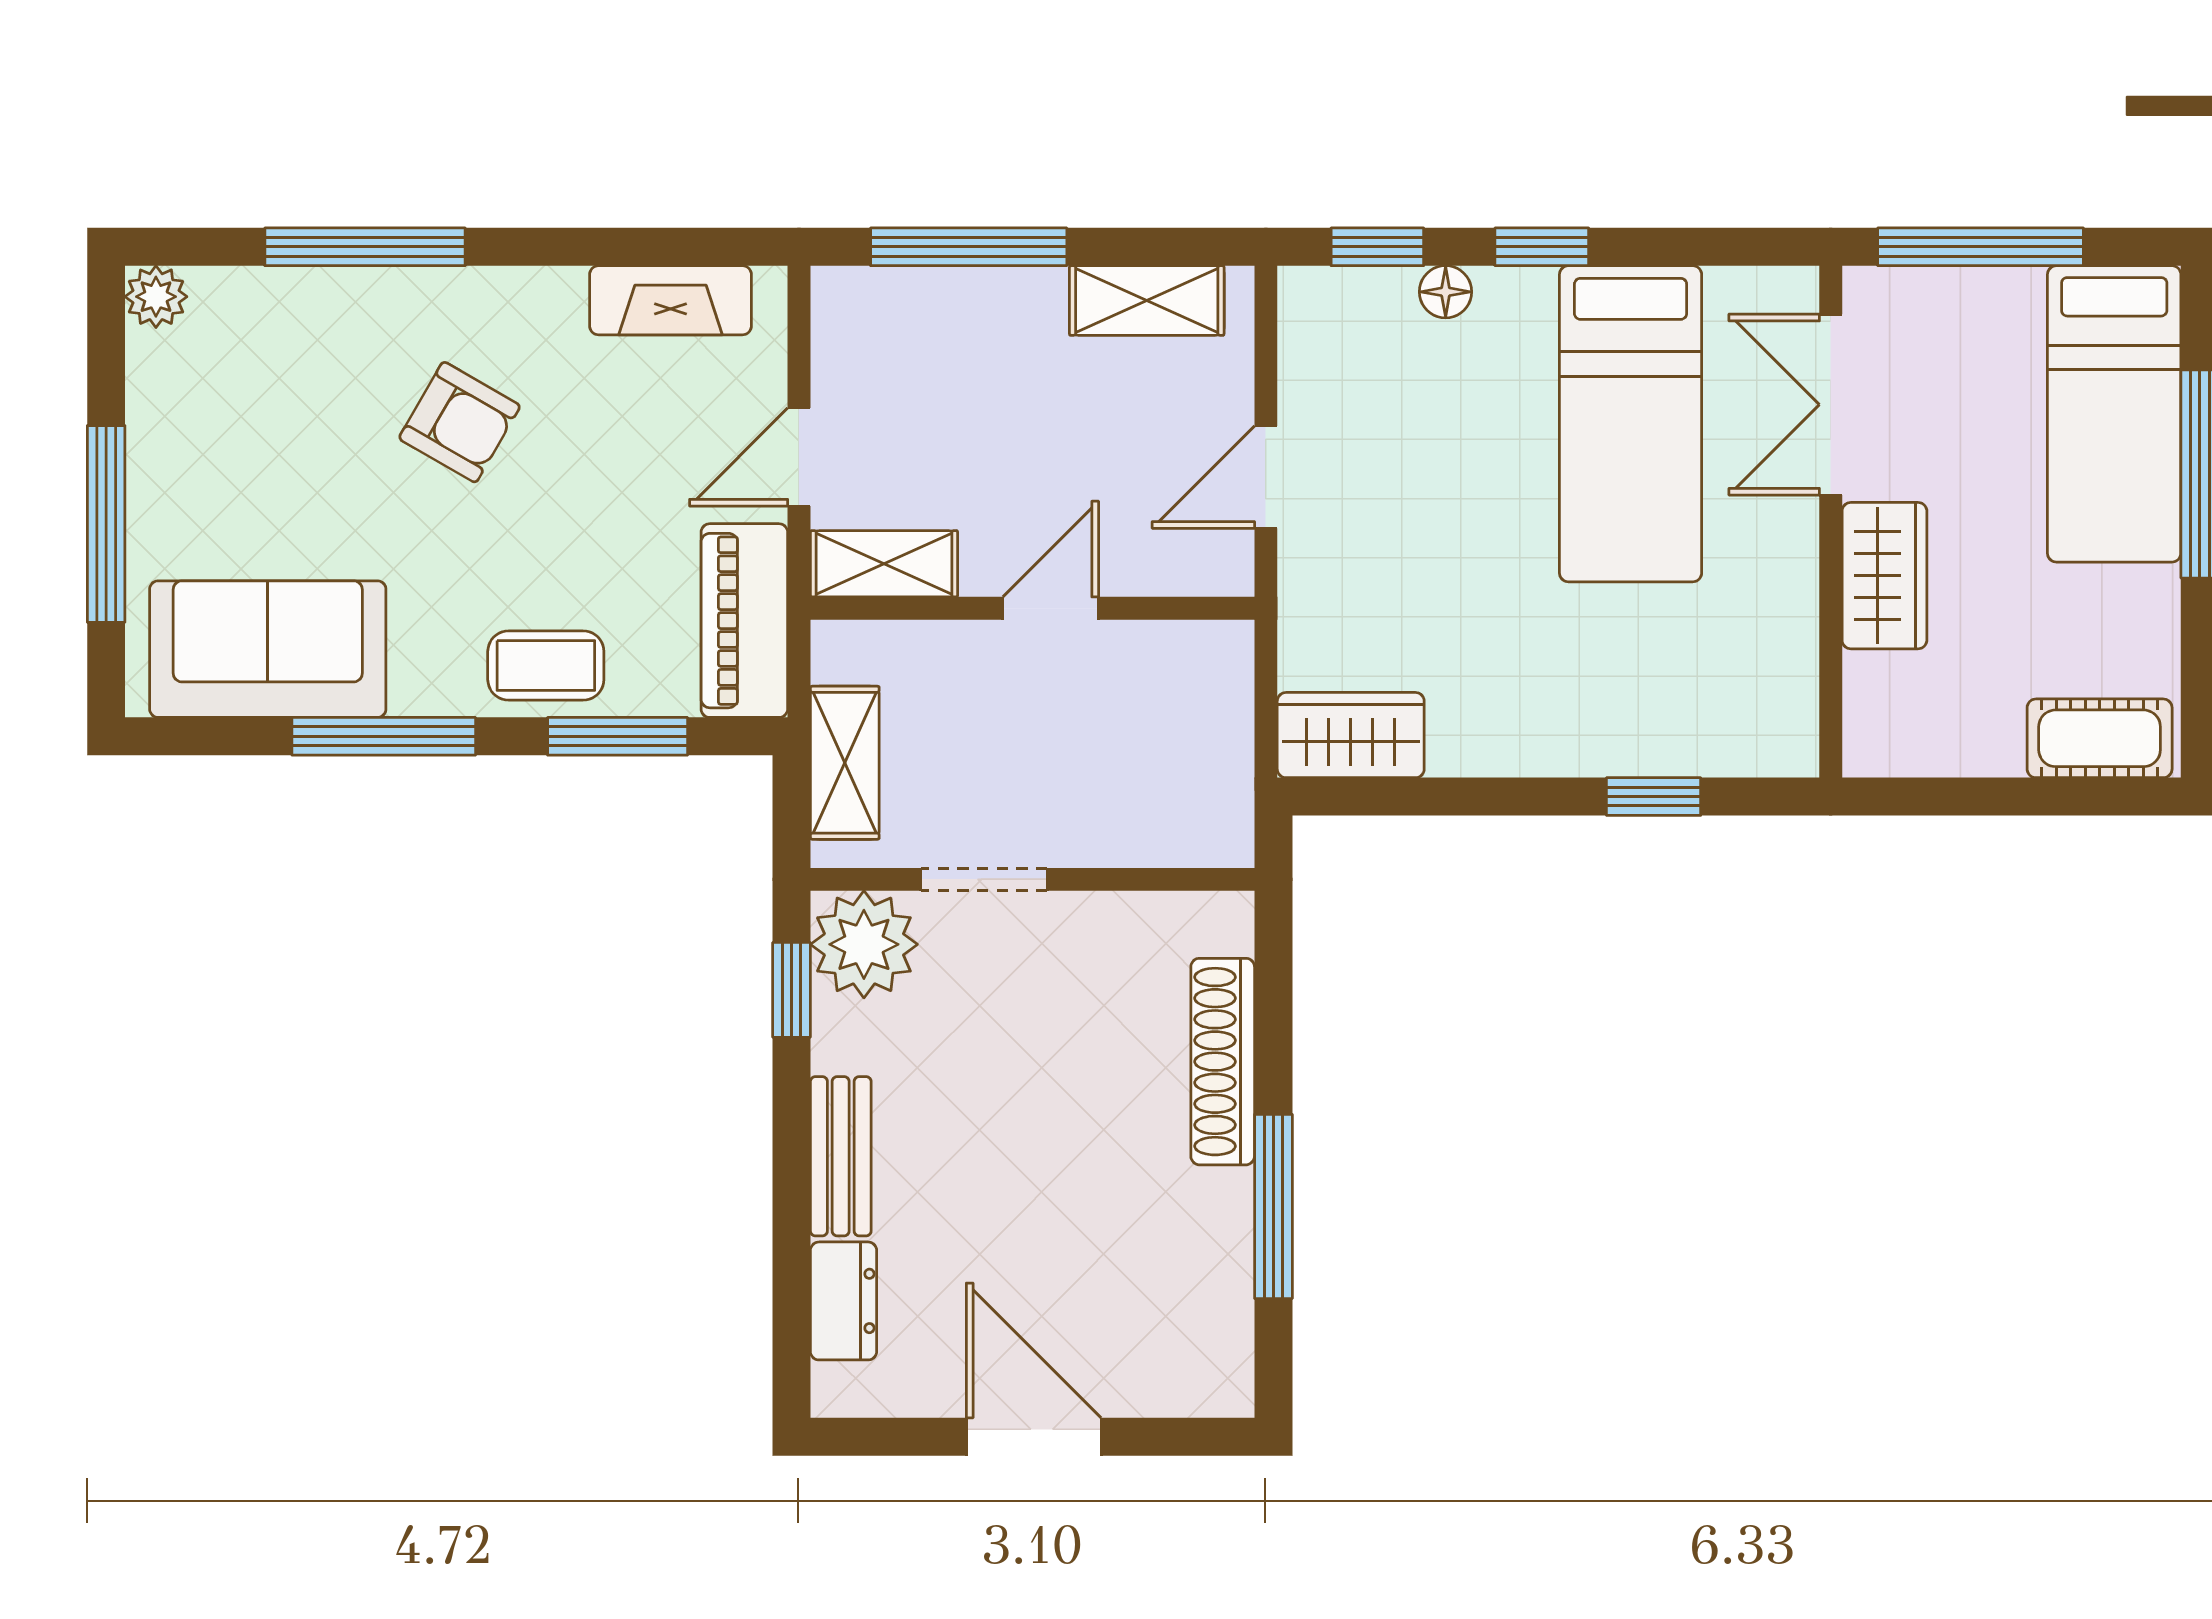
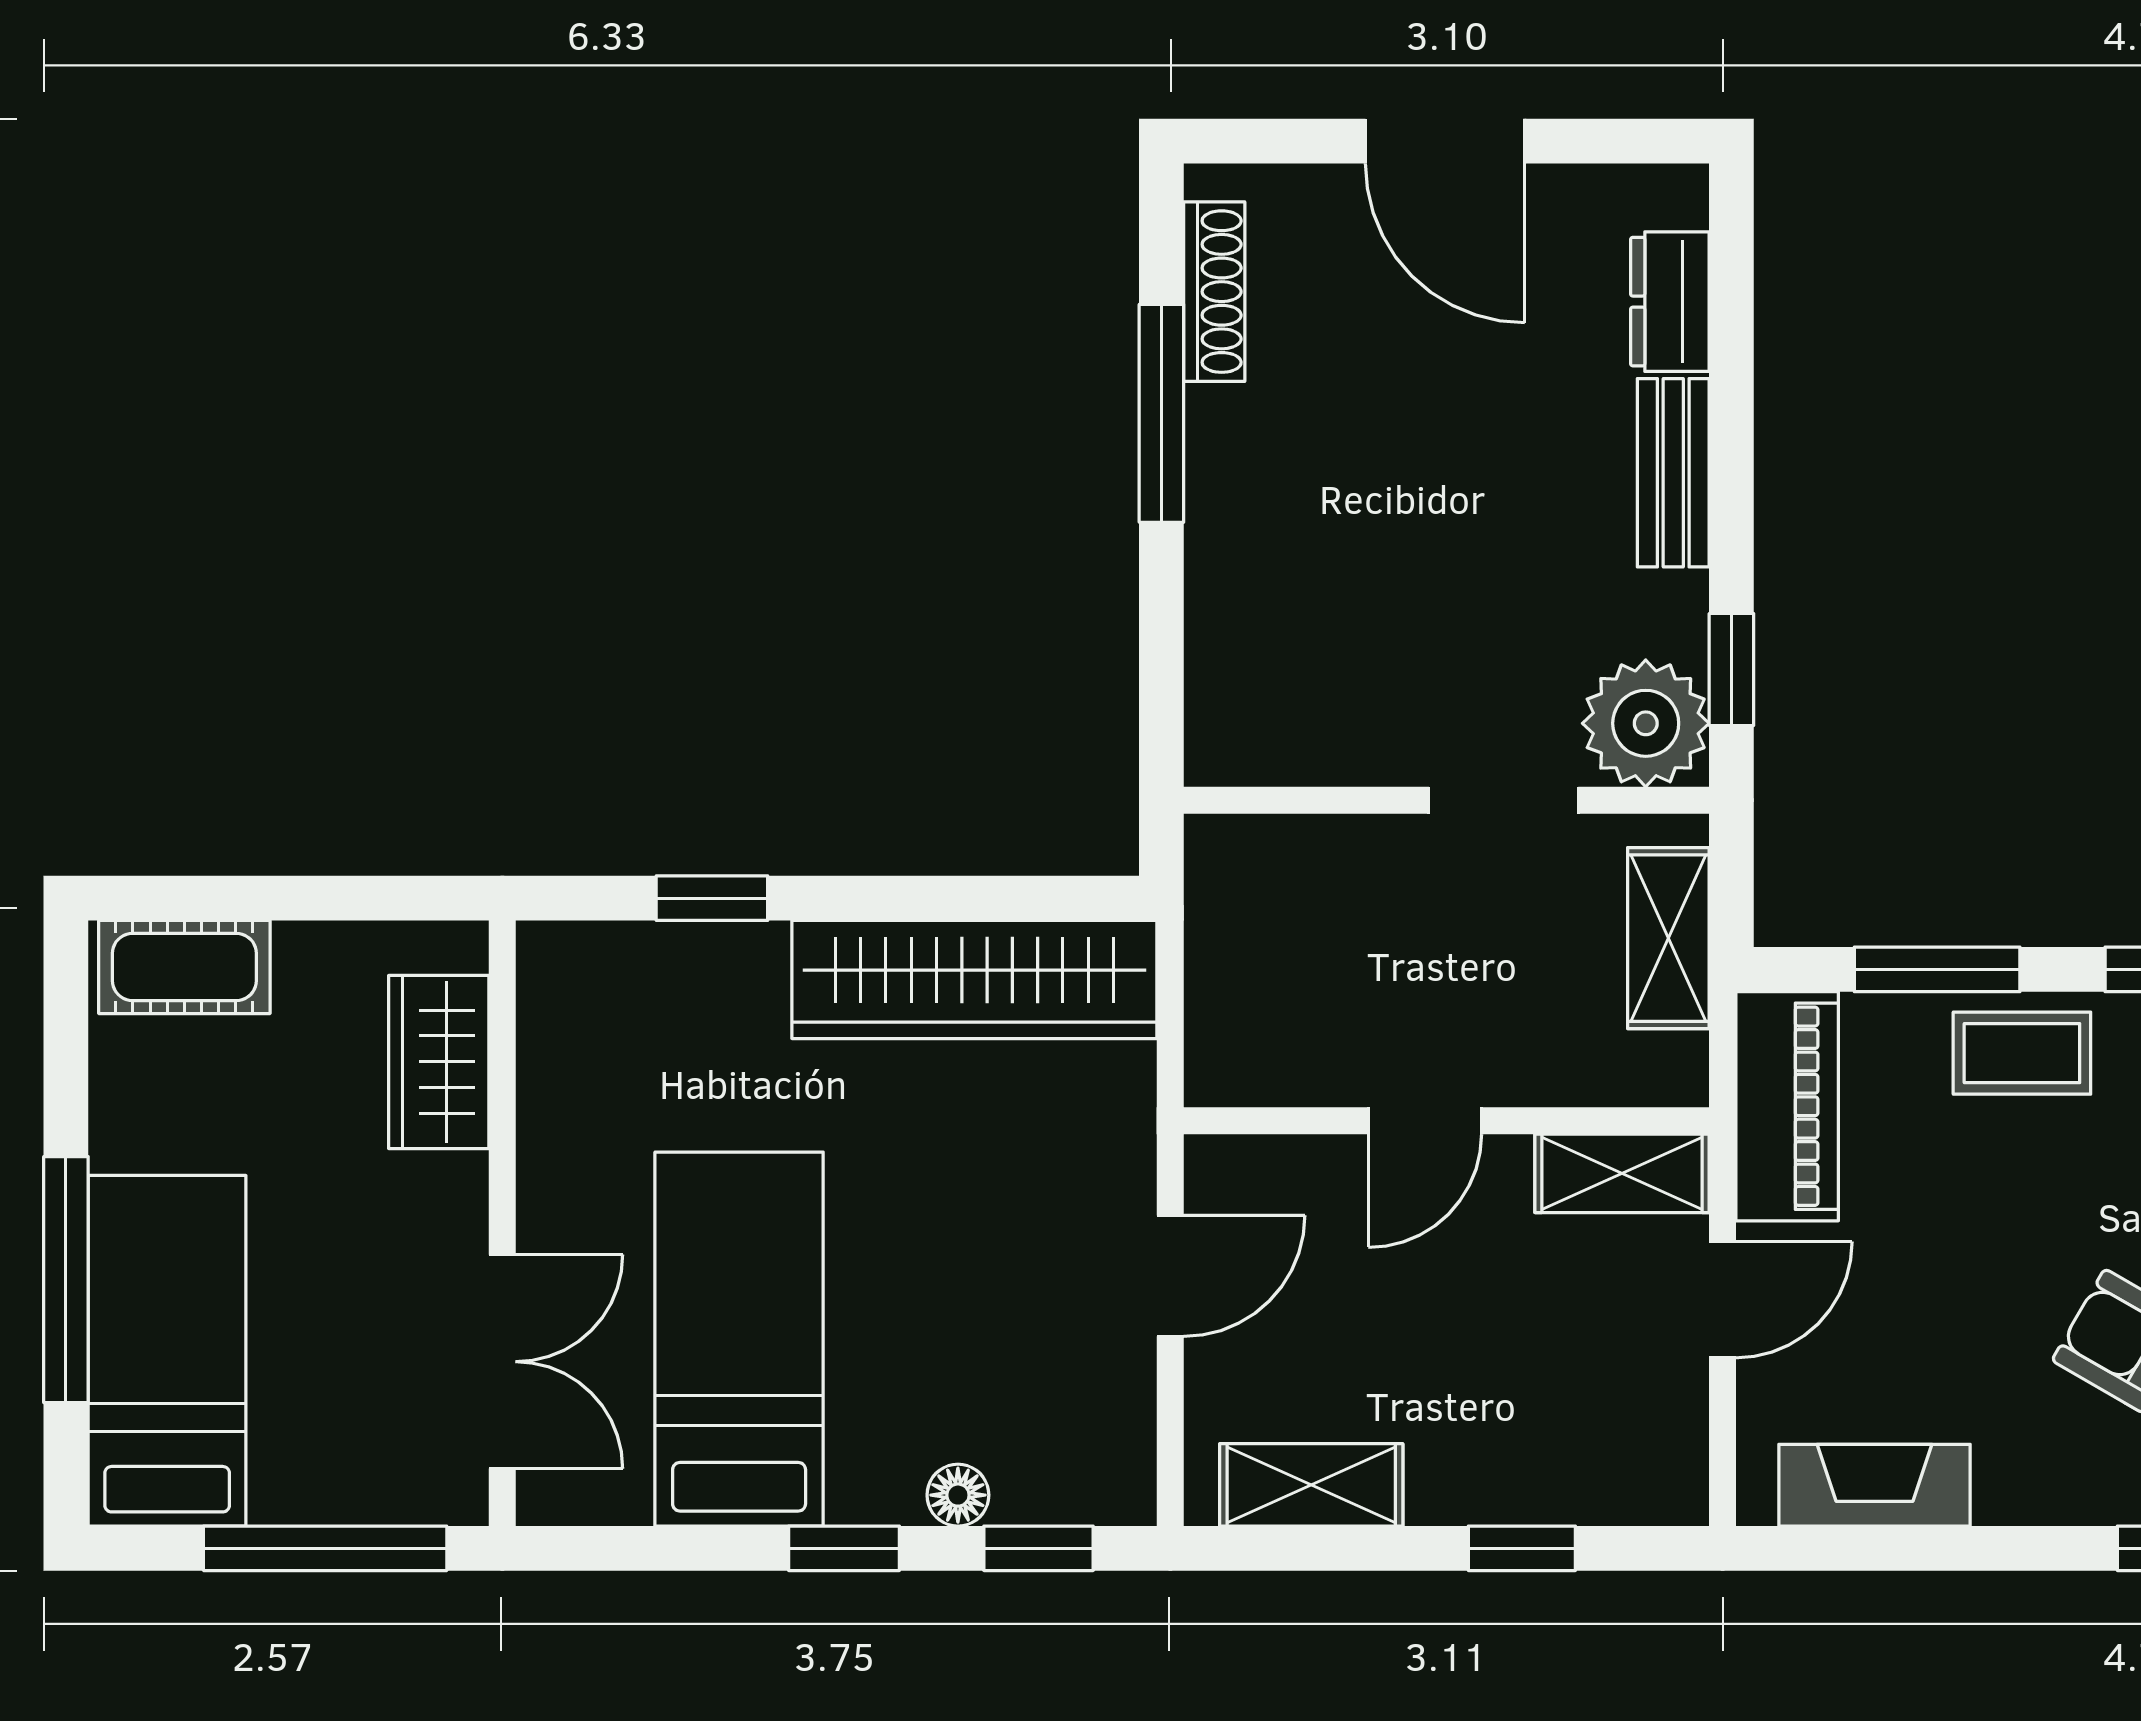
window: (969, 247) -> (1522, 1548), width x0.46
wardrobe: (1884, 576) -> (439, 1062), moved
wardrobe: (1351, 735) -> (974, 980), width x2.10, depth x1.17
shoe rack: (1223, 1062) -> (1214, 292), moved, width x0.74, depth x0.81

